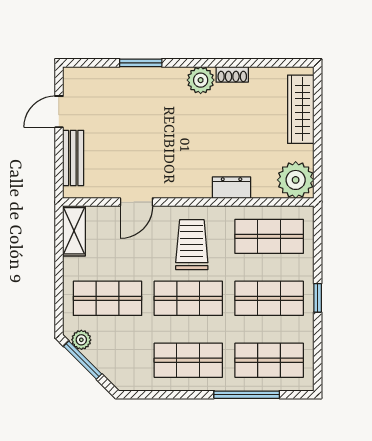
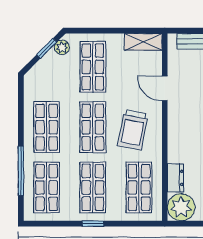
dresser: (232, 188) -> (175, 178), moved
trolley: (192, 245) -> (133, 130), turned 101
window: (83, 360) -> (47, 48), width x0.67

